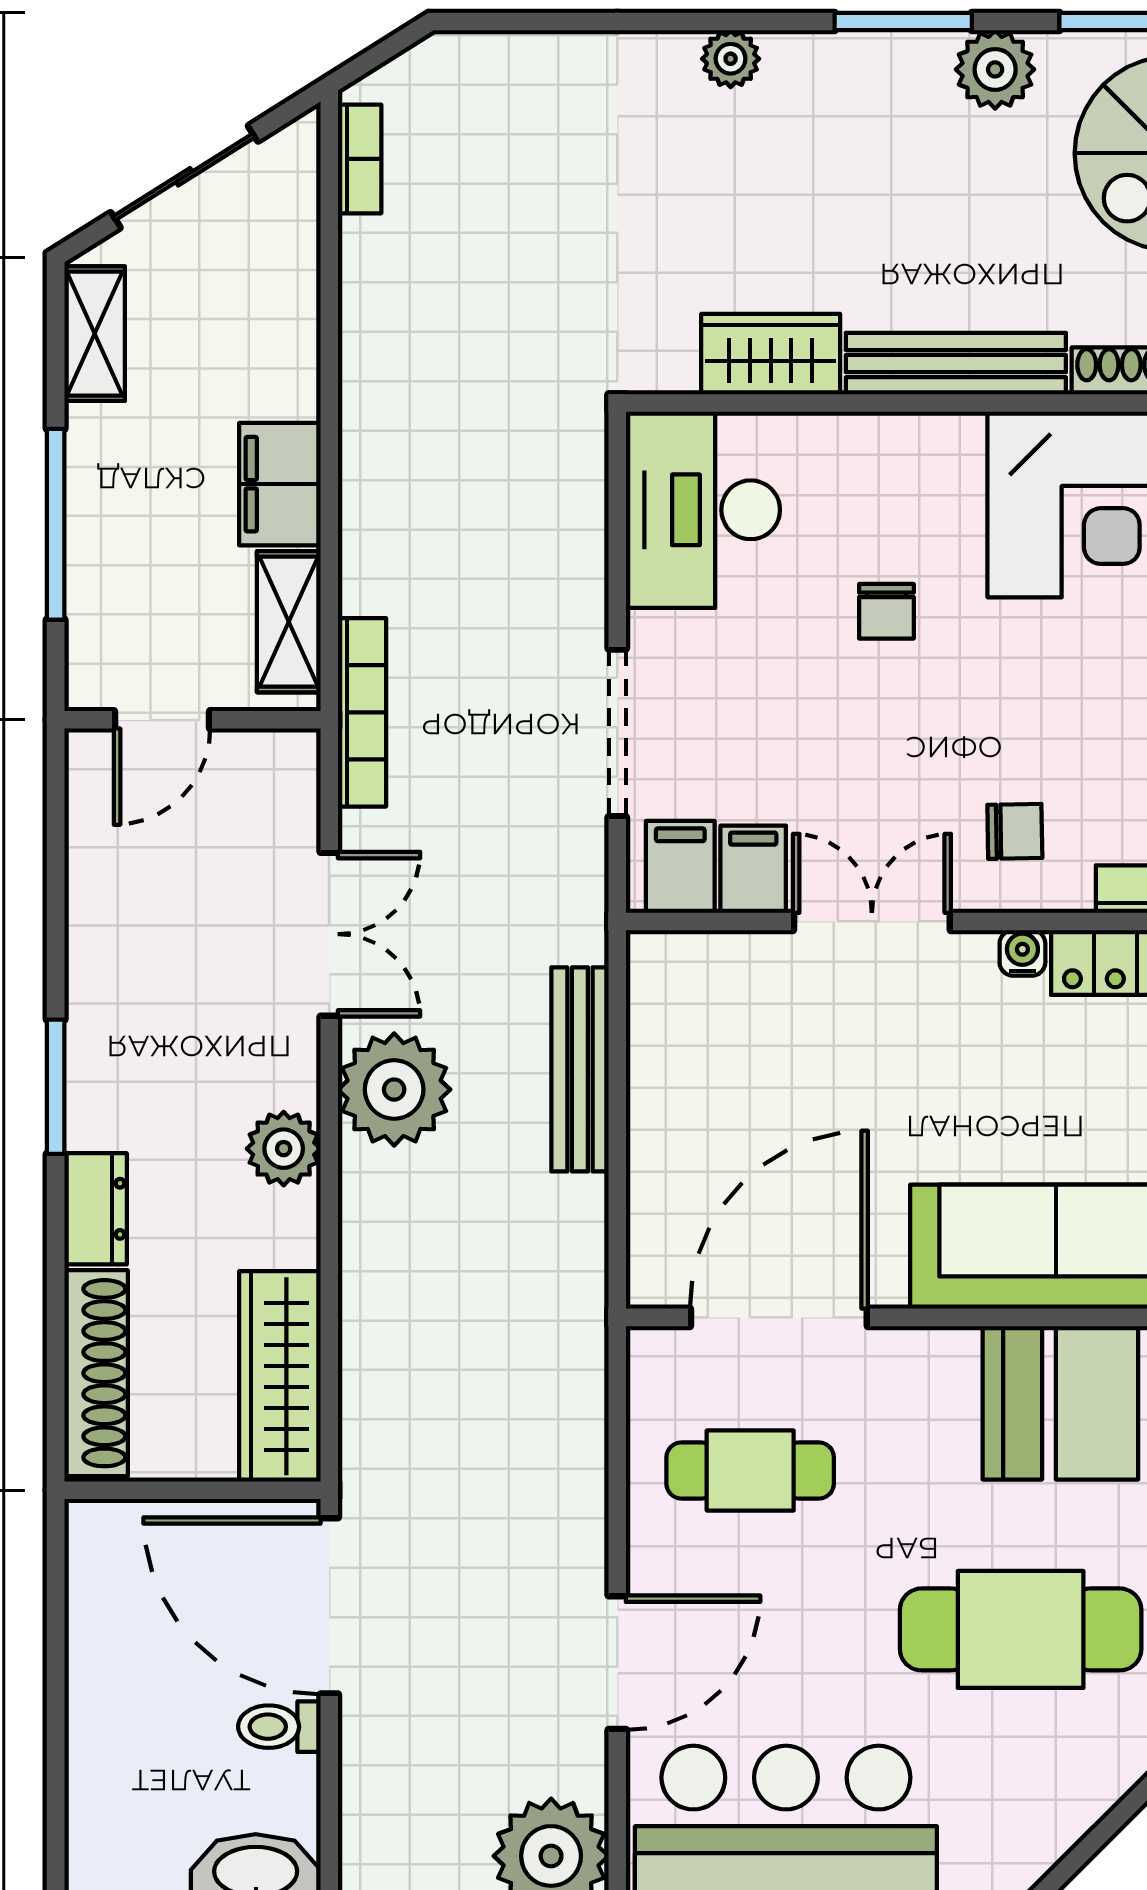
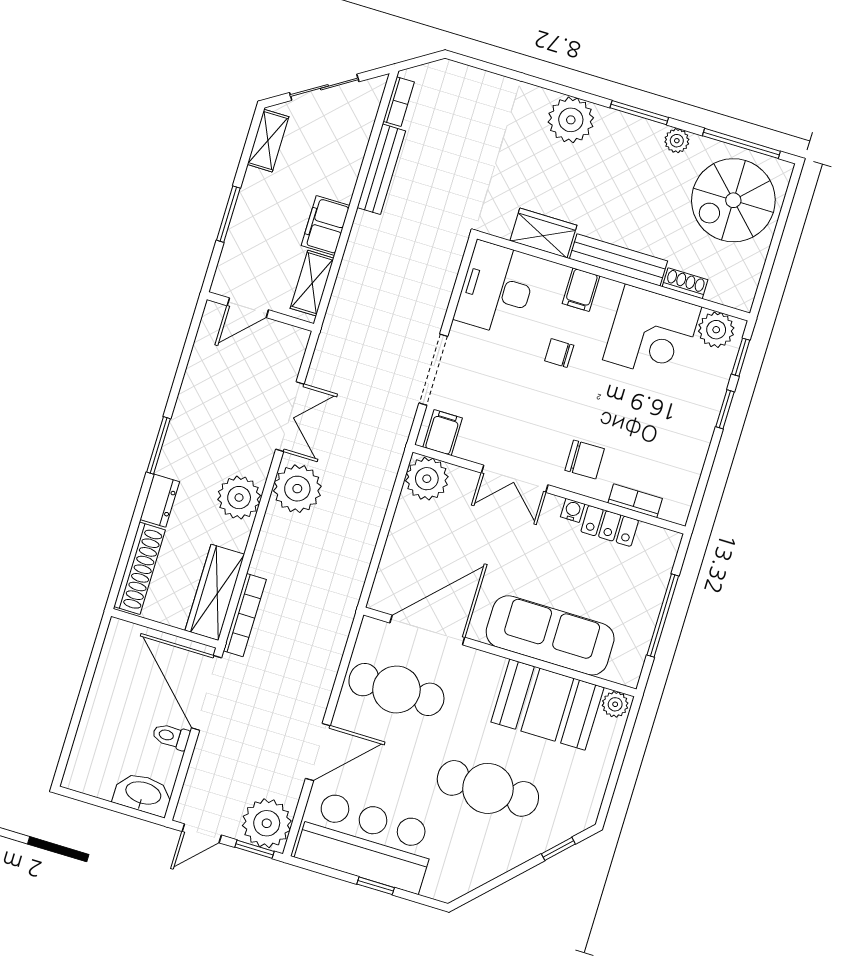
plant: (731, 59) -> (571, 120), width x1.88, depth x1.88
plant: (995, 69) -> (677, 141), width x0.73, depth x0.73
window: (56, 524) -> (228, 214), width x0.69
chair: (886, 611) -> (559, 353), turned 90
bookcase: (362, 712) -> (245, 615), moved
chair: (1015, 831) -> (585, 460), width x1.37, depth x1.37
filing cabinet: (753, 869) -> (581, 290), moved, turned 180
double door: (872, 921) -> (515, 479), swing flipped
plant: (676, 980) -> (427, 479), added
bench: (580, 1069) -> (381, 169), moved
plant: (284, 1149) -> (239, 498), width x1.36, depth x1.36
cafe table: (750, 1471) -> (396, 689), width x1.37, depth x1.35

